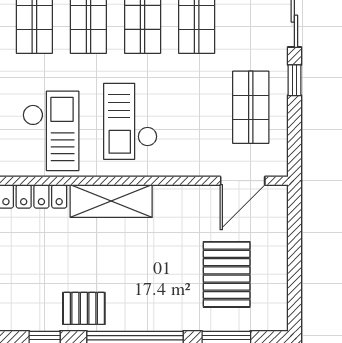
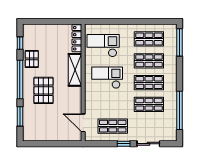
checkout: (51, 131) -> (103, 46), turned 180
pallet: (227, 274) -> (43, 90), moved, turned 90

